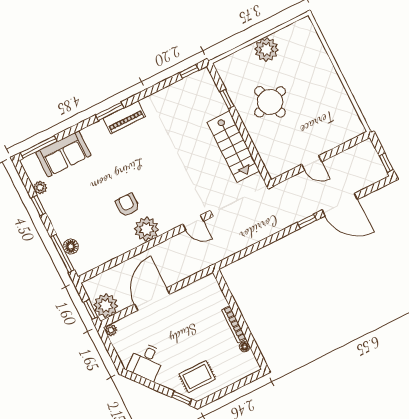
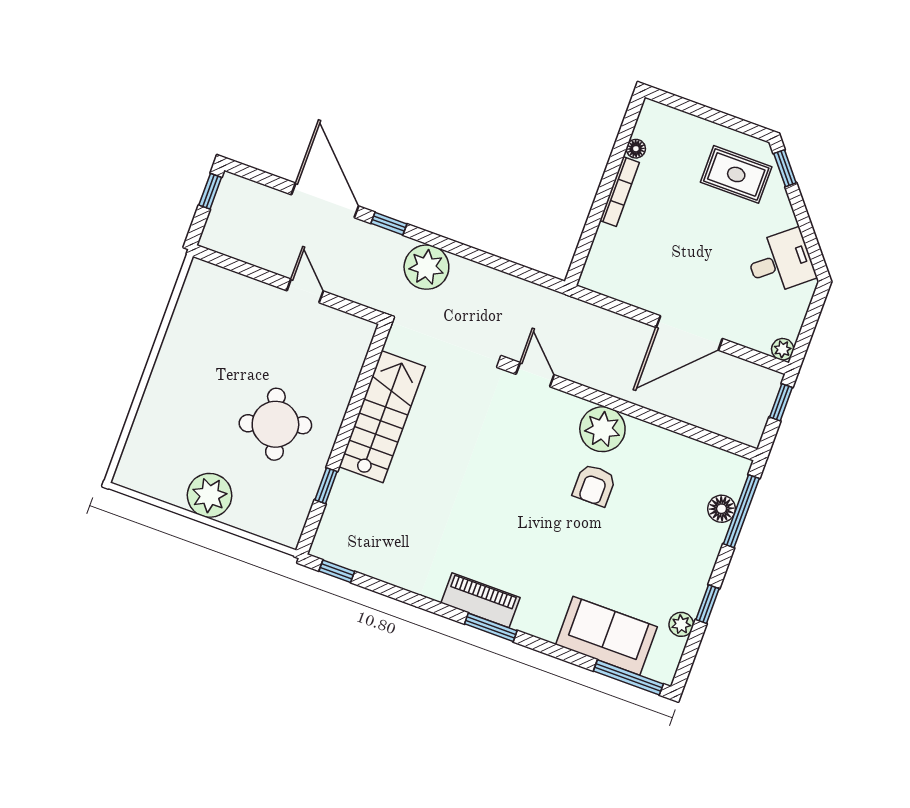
plant: (106, 305) -> (426, 267), moved

